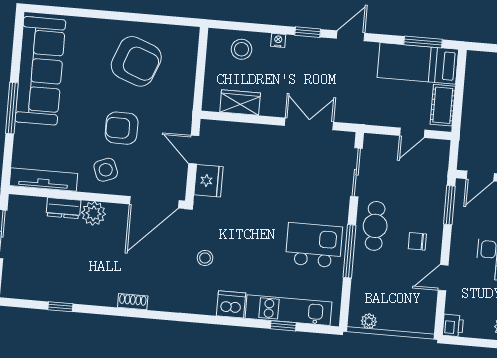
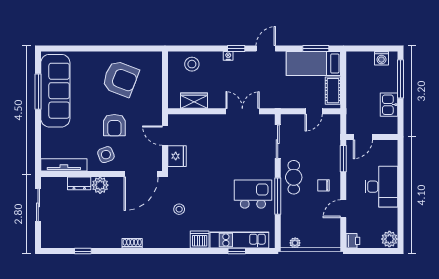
nightstand: (278, 40) -> (228, 56), moved
window: (12, 108) -> (38, 92), moved
armchair: (122, 128) -> (114, 125), turned -90

